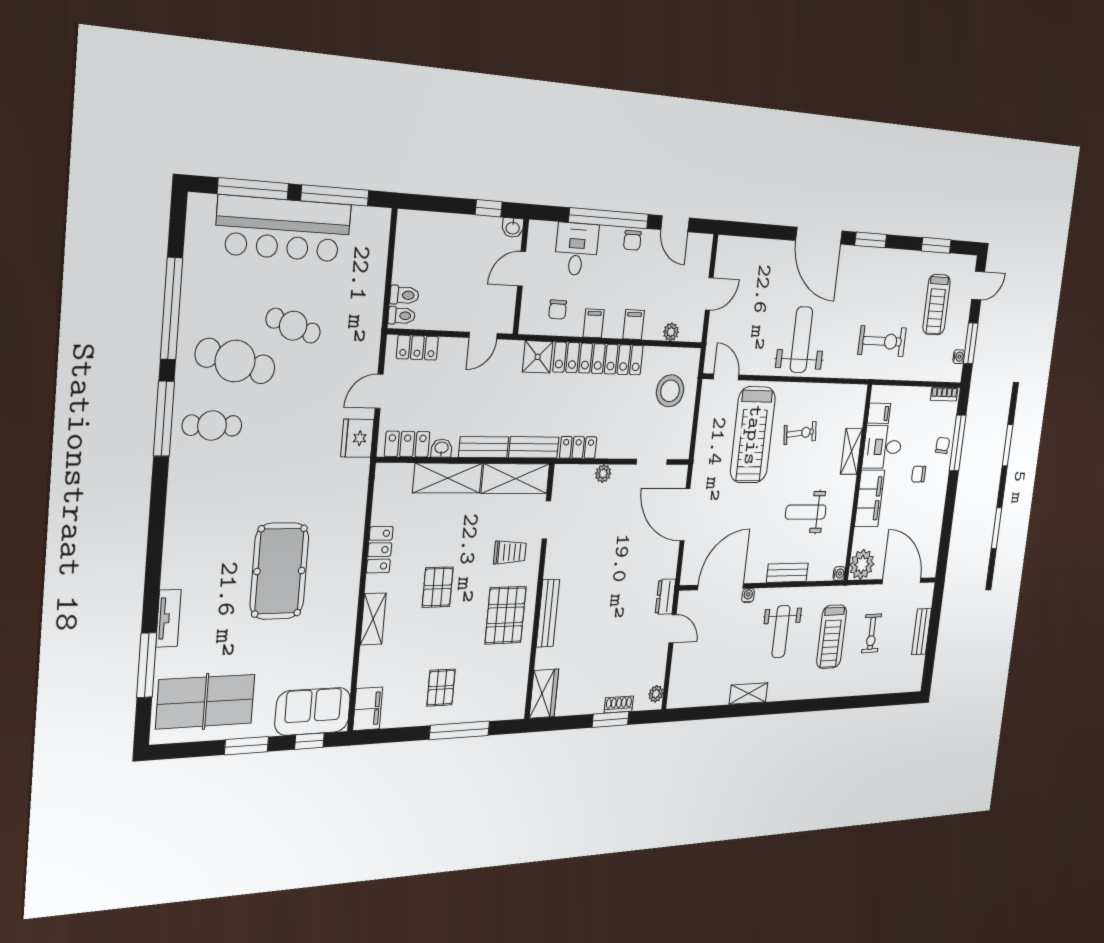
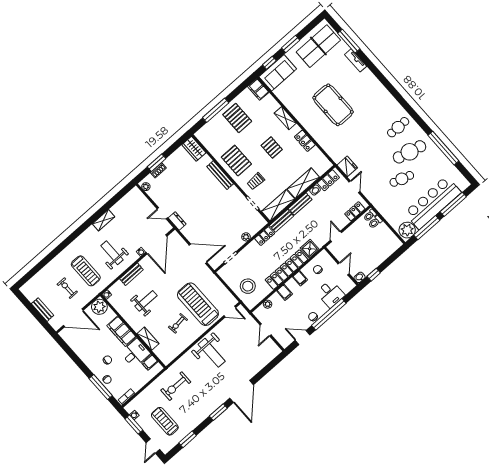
plant: (369, 226) -> (407, 230), added
door: (819, 236) -> (242, 391), swing flipped
window: (164, 419) -> (415, 116), removed
treadmill: (832, 637) -> (86, 271), turned 180
pallet: (441, 688) -> (237, 118), width x1.50, depth x1.42

